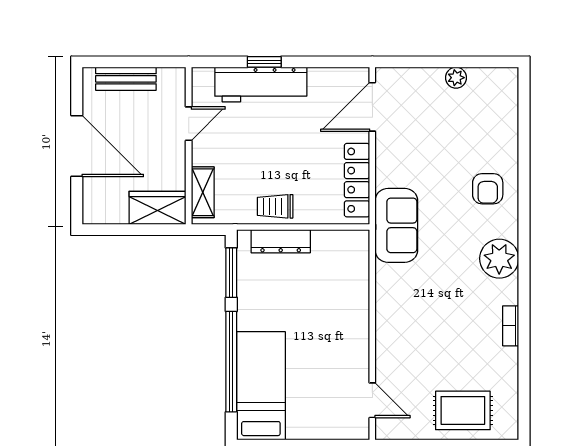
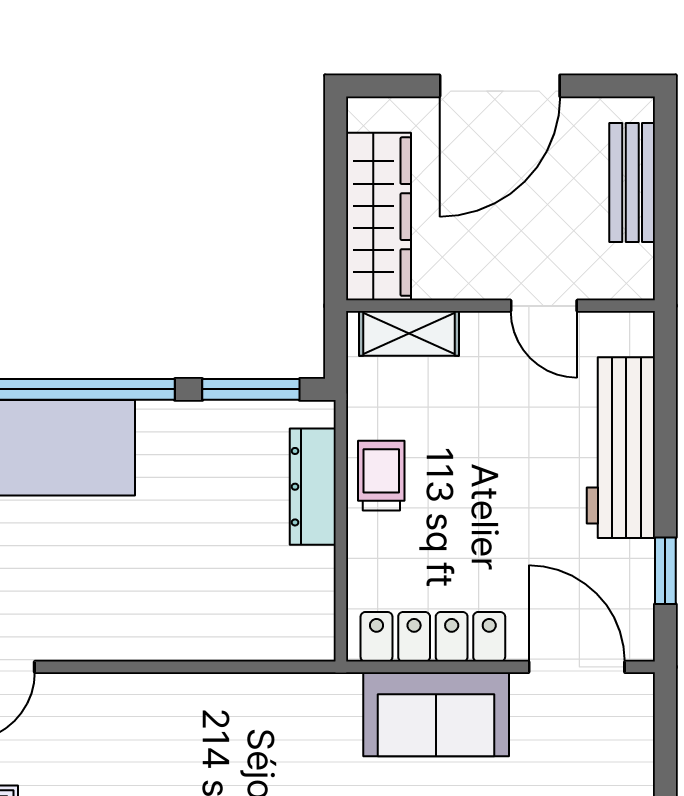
window: (264, 62) -> (665, 571), moved
wardrobe: (158, 208) -> (378, 217), width x1.50
sofa: (396, 225) -> (436, 714), moved

